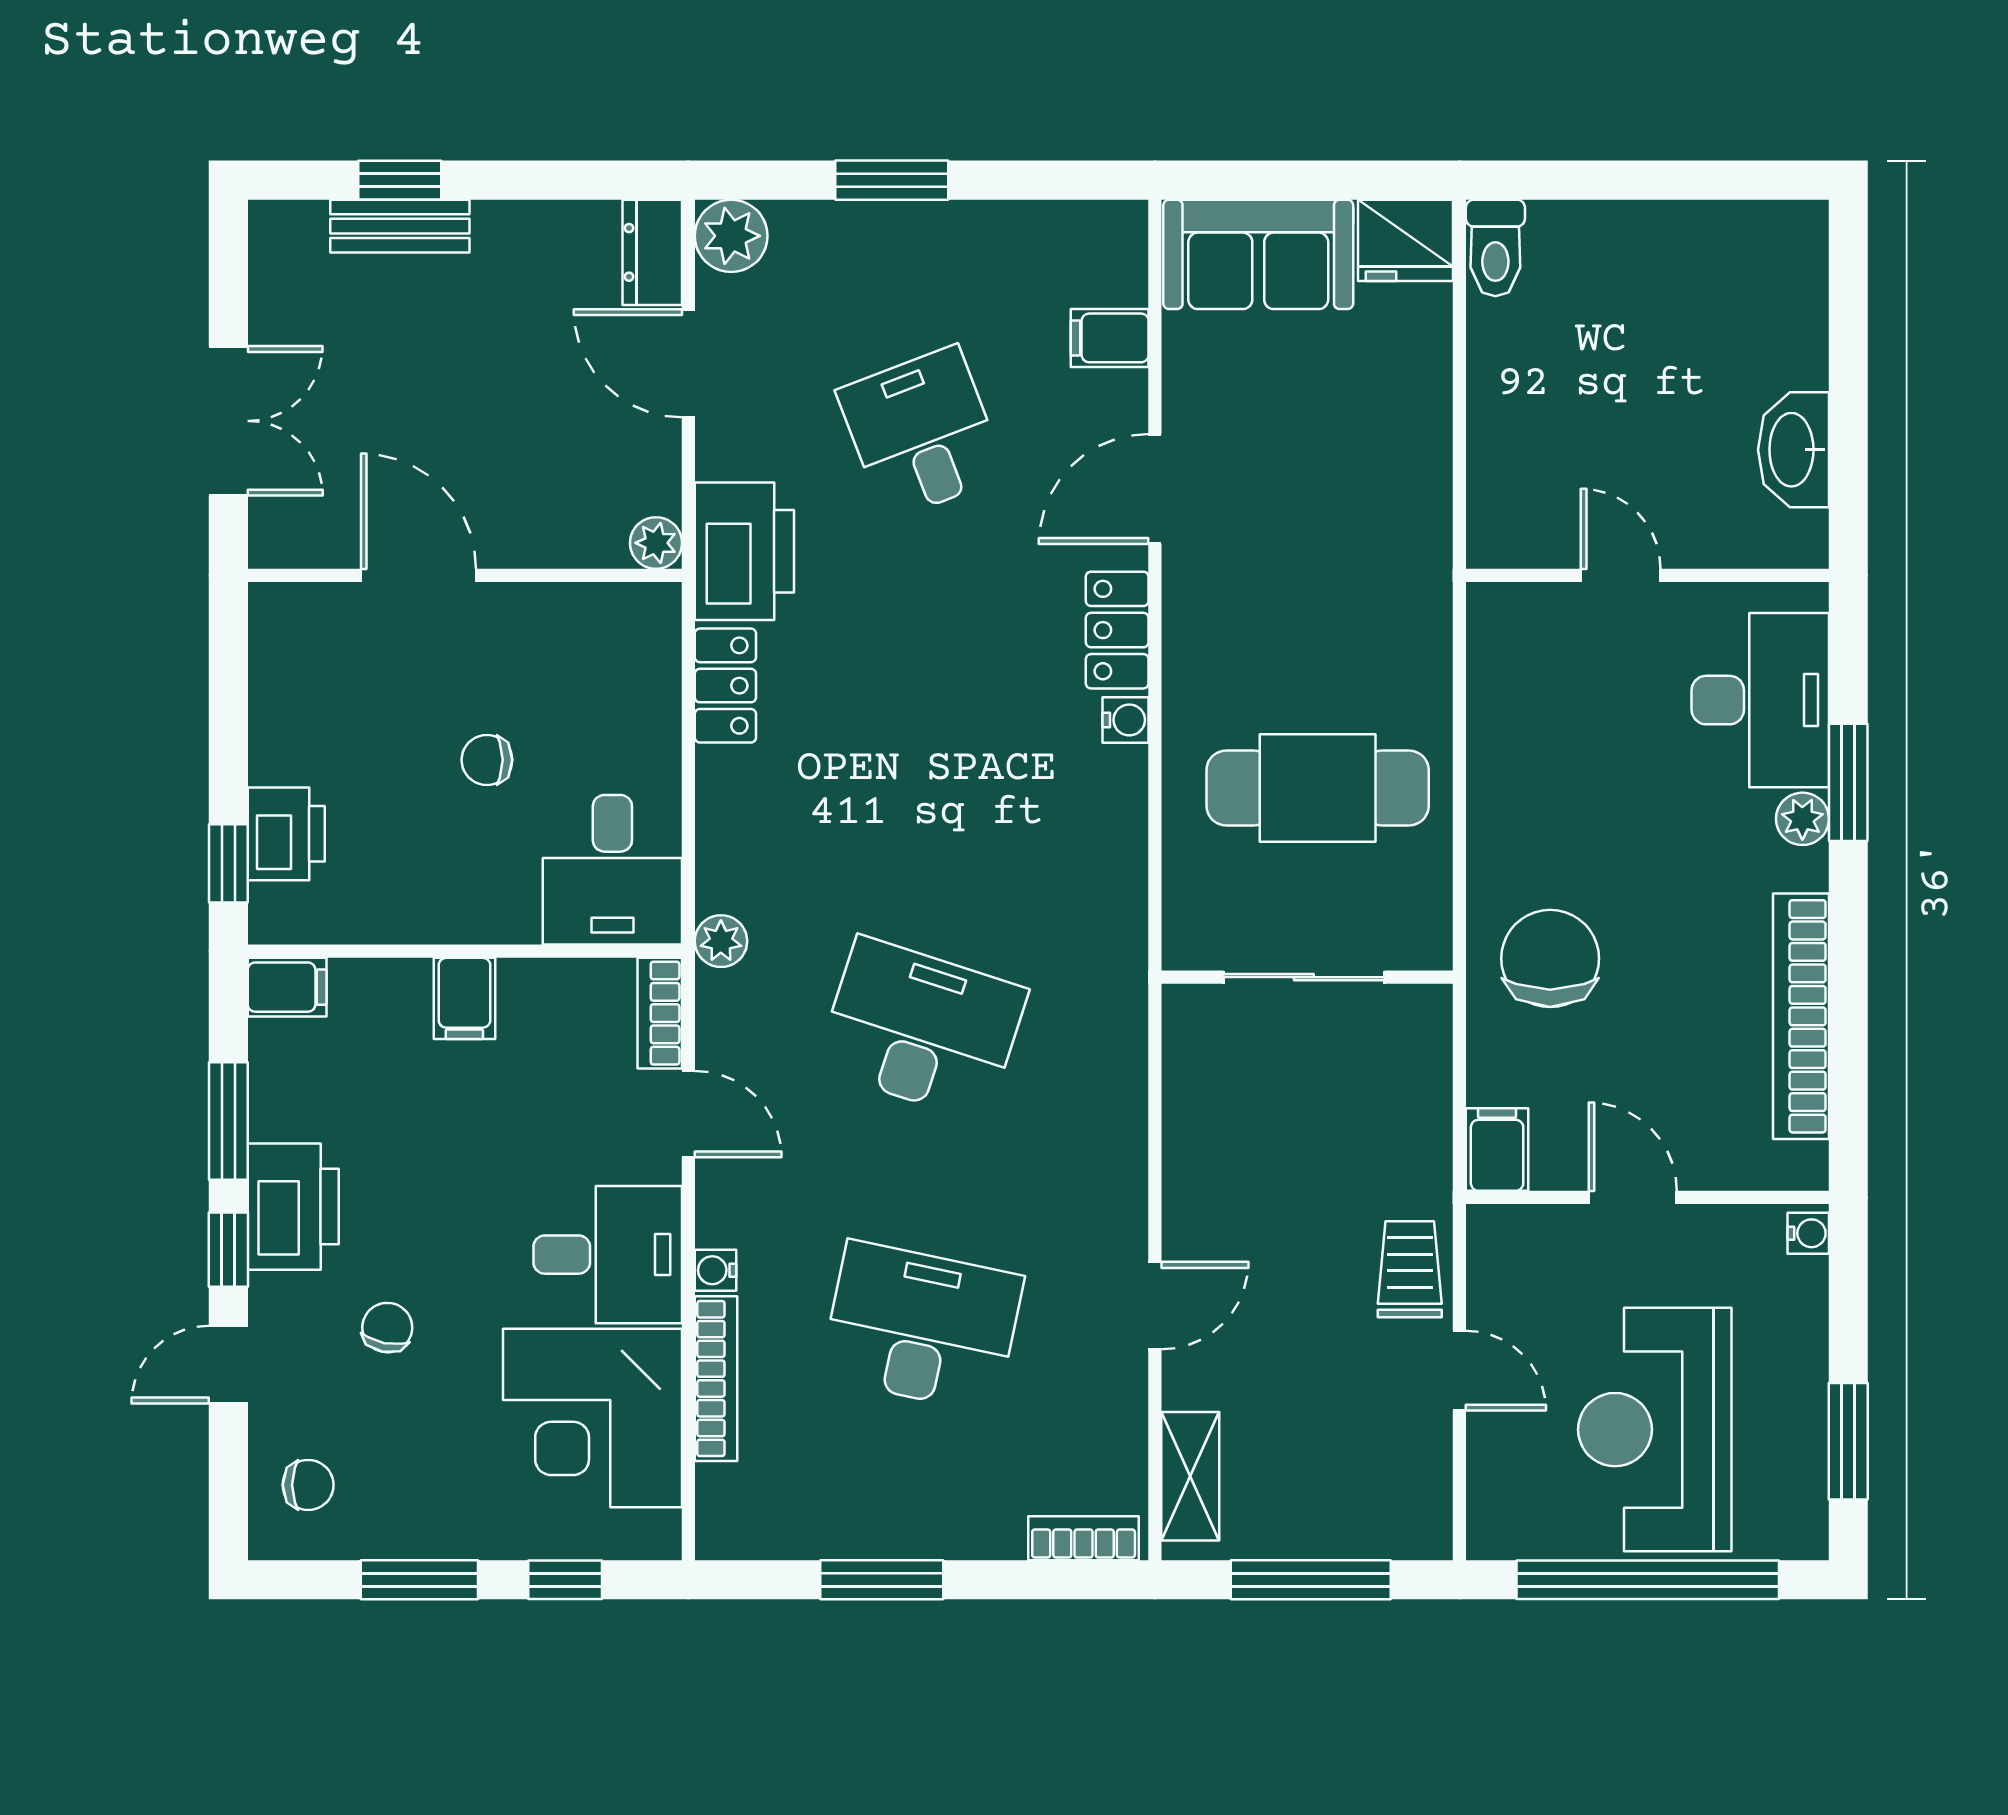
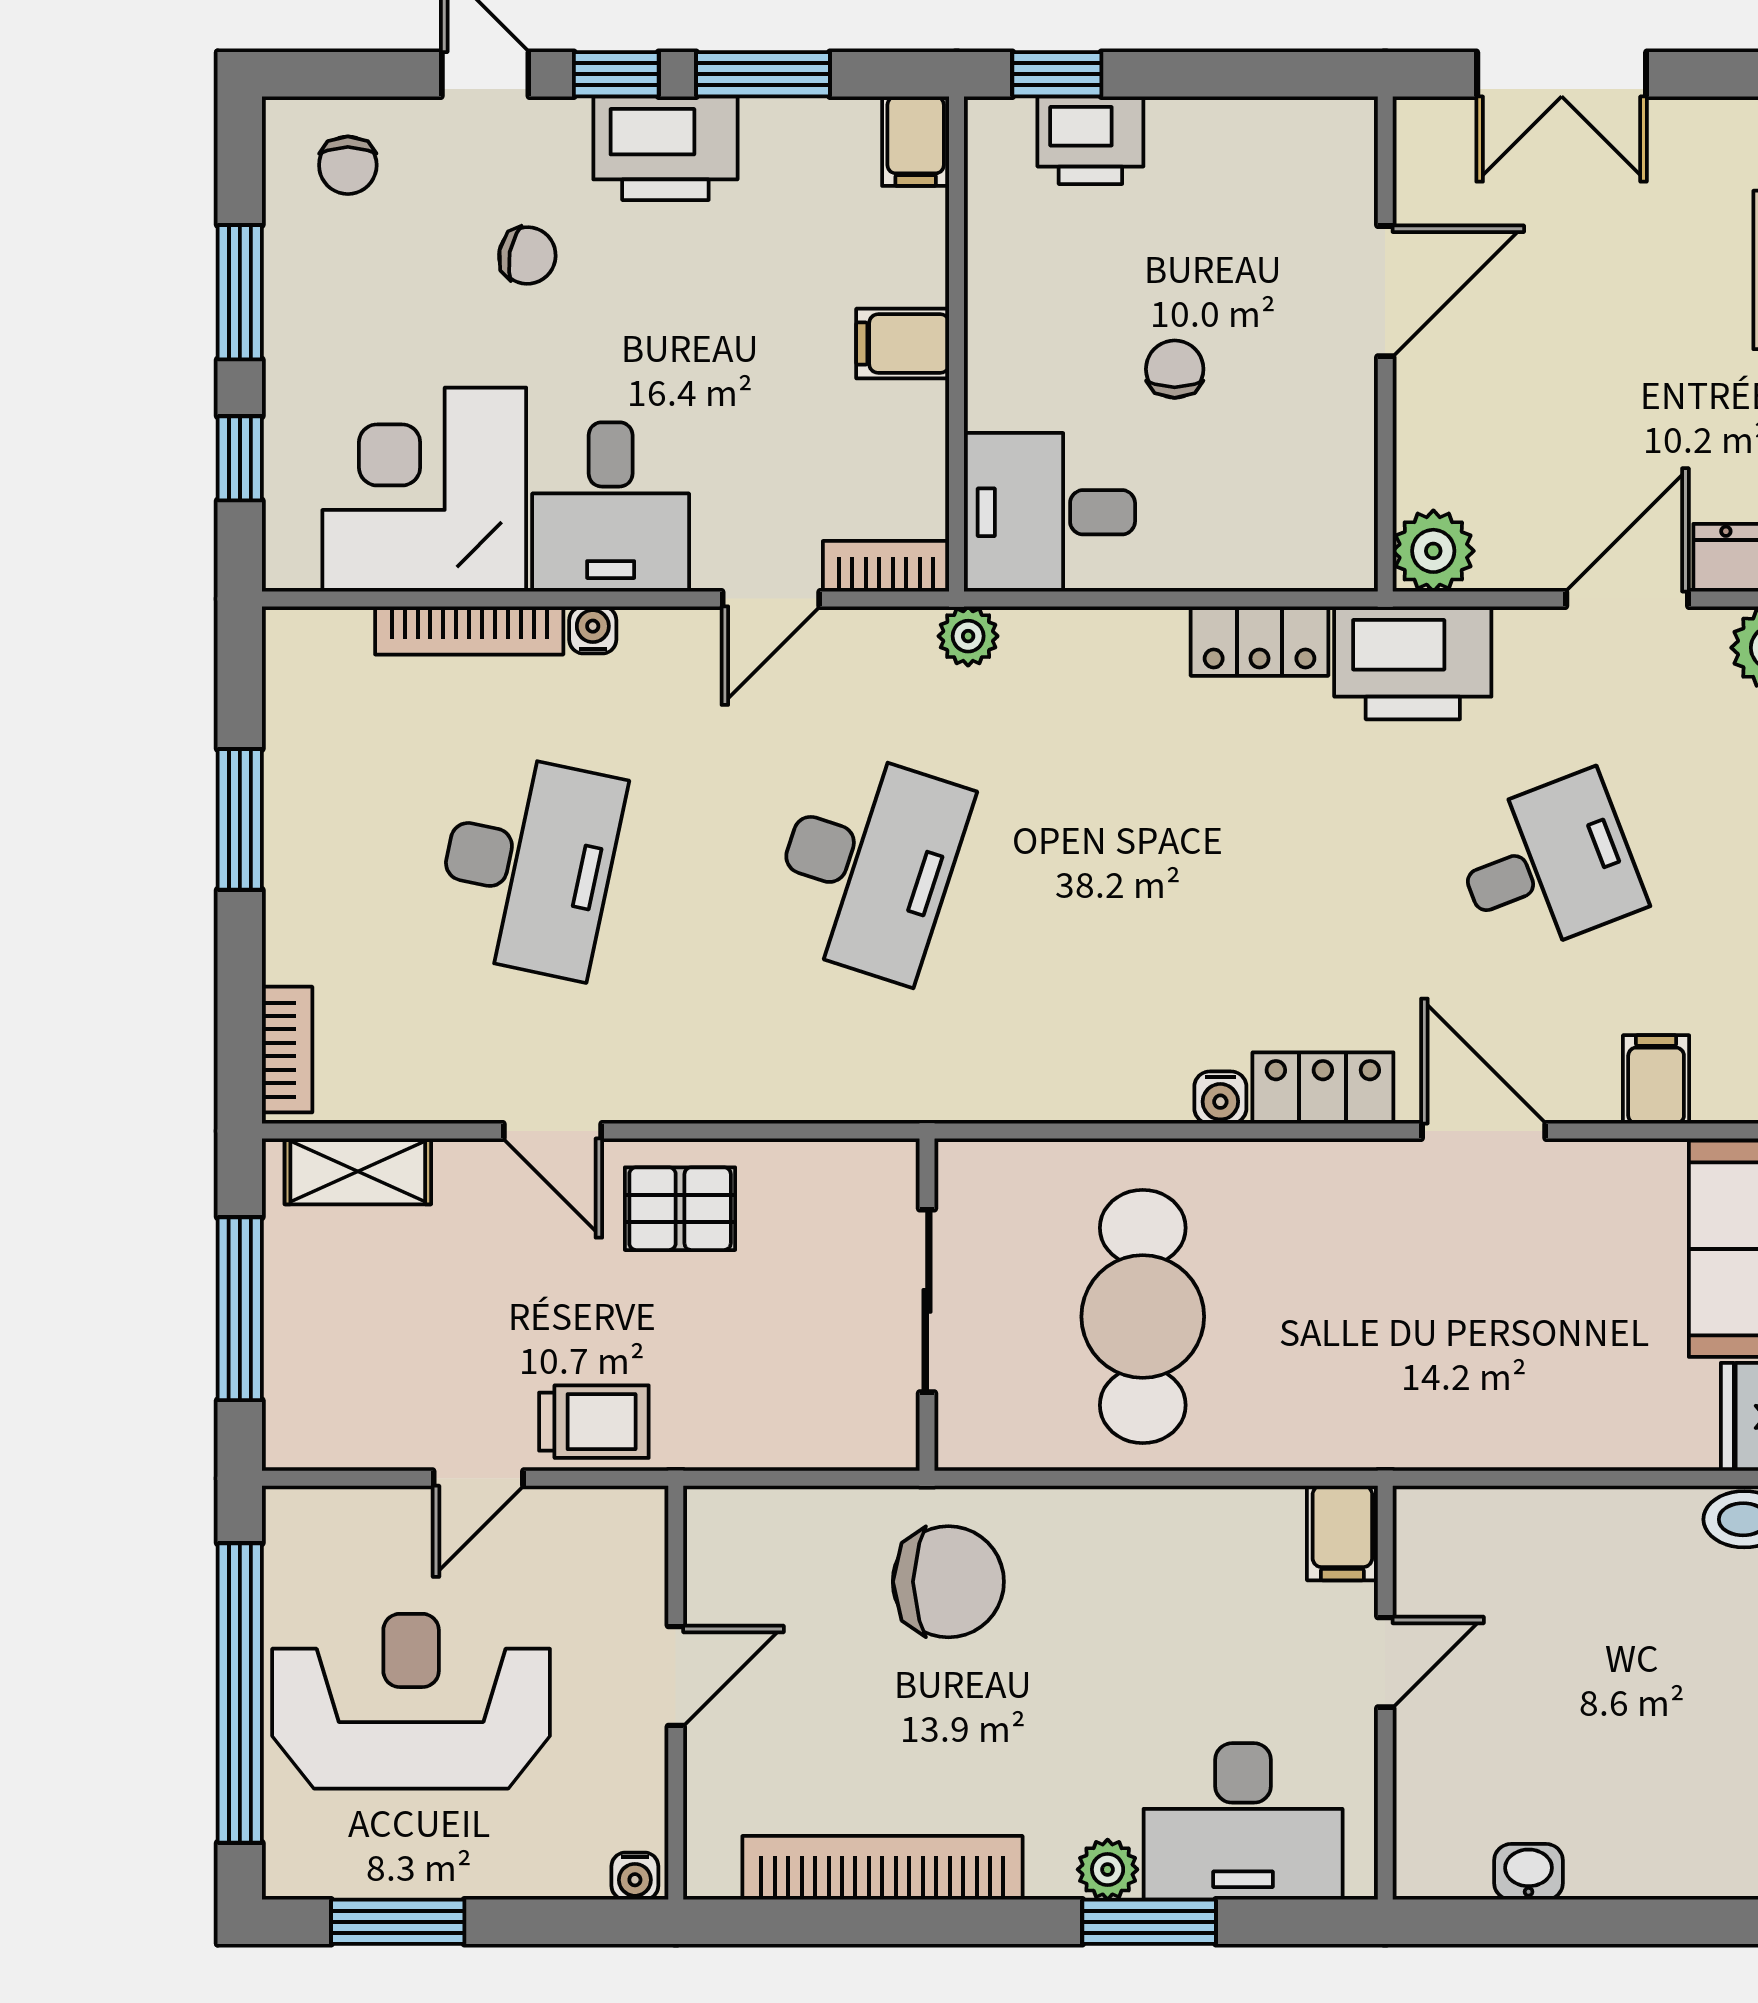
washbasin: (1794, 450) -> (1529, 1872), width x0.52, depth x0.69
plant: (656, 543) -> (1433, 551), width x1.38, depth x1.38
filing cabinet: (1497, 1149) -> (1342, 1533), moved, turned 90
pallet: (1223, 1194) -> (680, 1209), added

